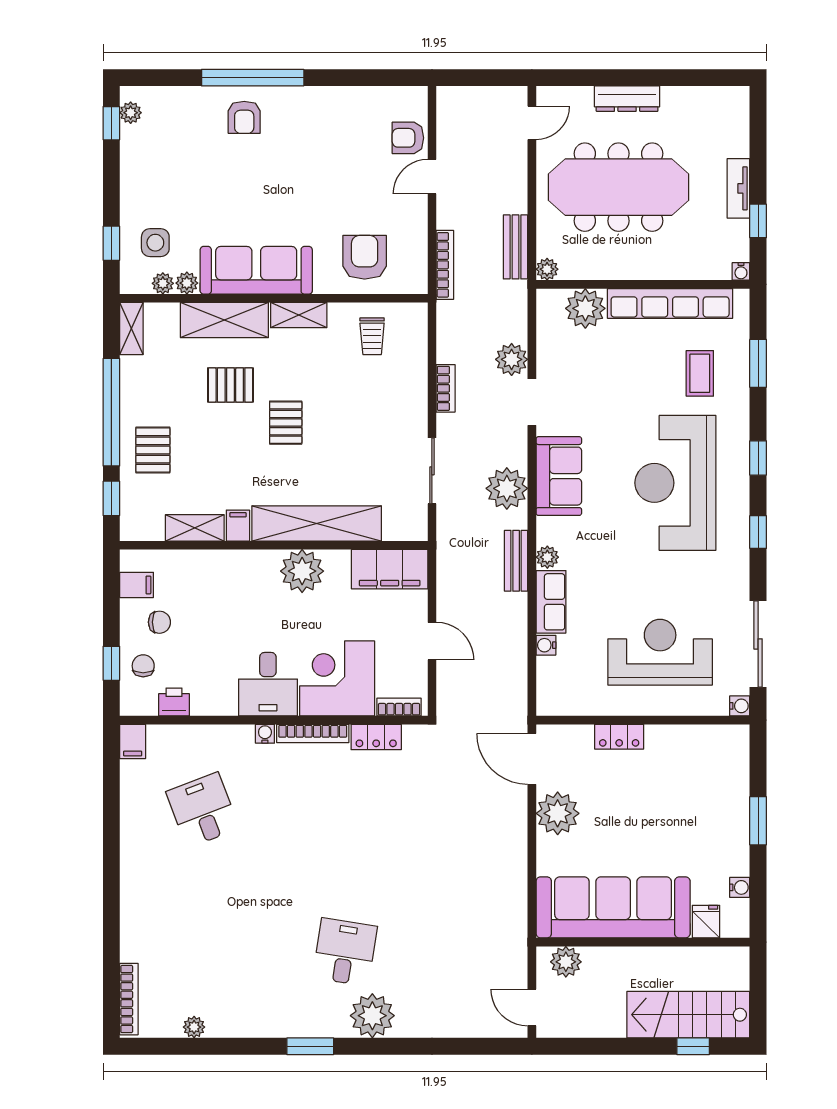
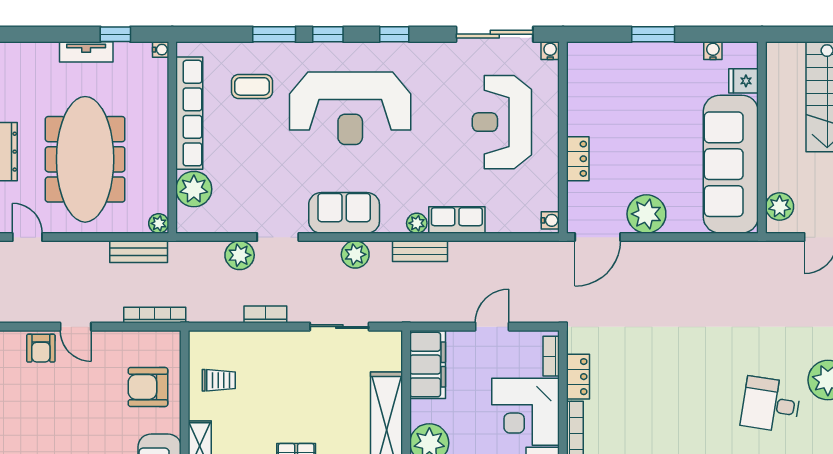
window: (758, 363) -> (274, 34), moved
plant: (507, 488) -> (355, 254), width x0.73, depth x0.73
water cooler: (546, 645) -> (550, 220), moved, turned -90

